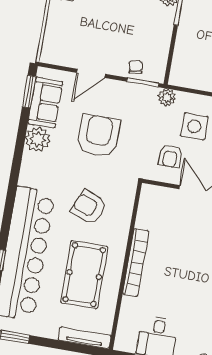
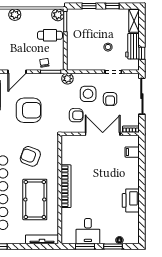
cafe table: (152, 26) -> (50, 35), added
armchair: (99, 136) -> (29, 110), turned 90
armchair: (170, 156) -> (76, 115), turned -89

